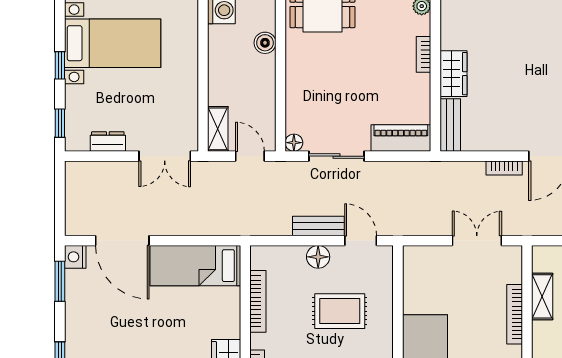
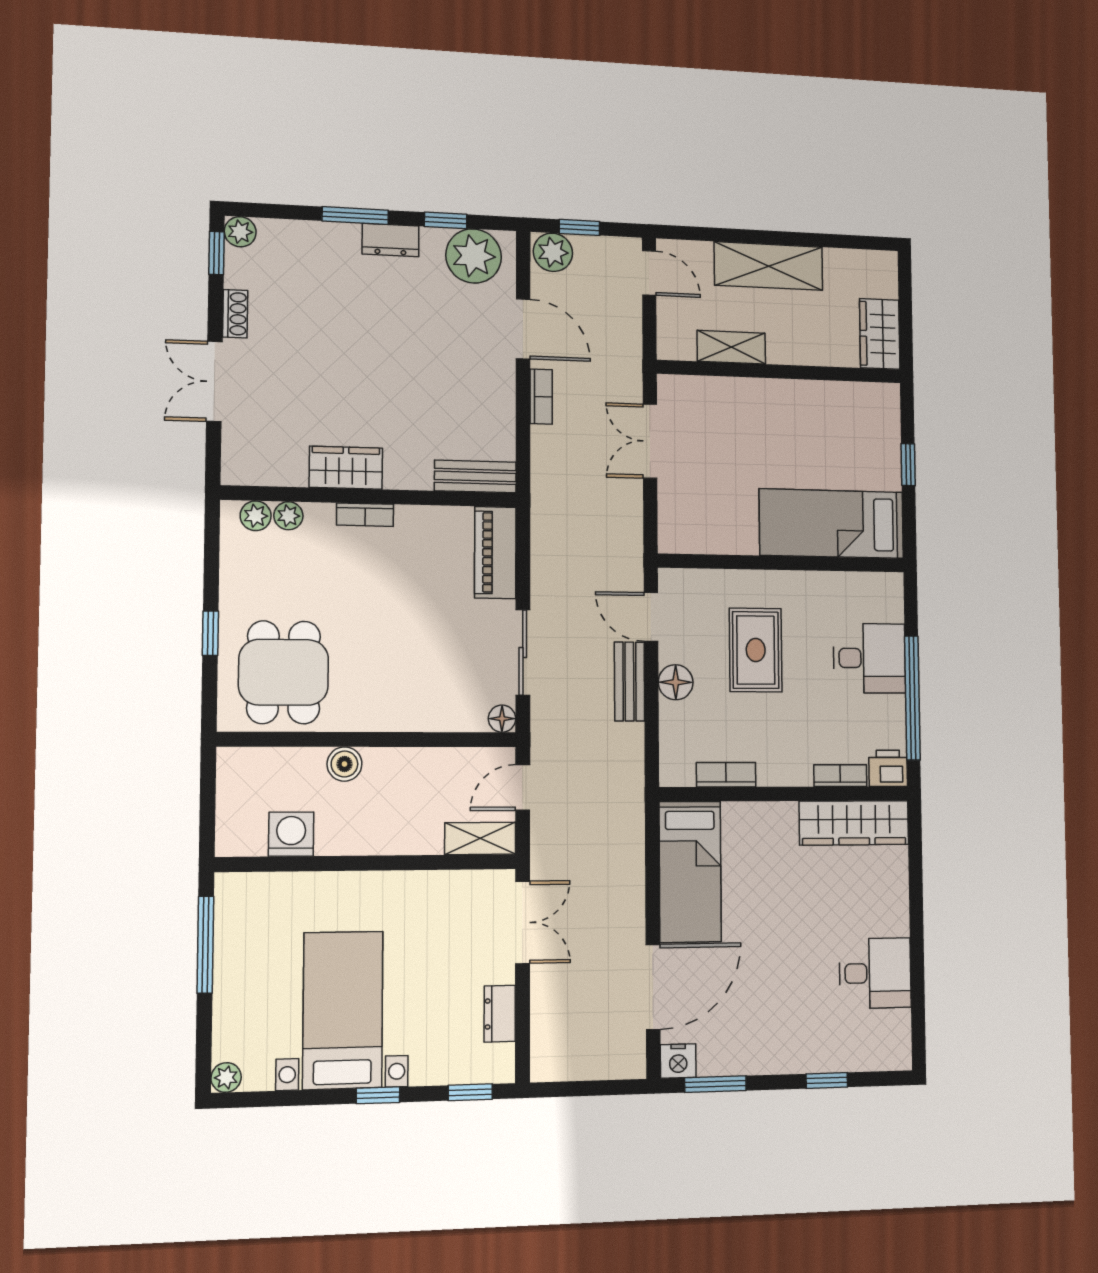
wardrobe: (453, 74) -> (346, 468), moved
door: (361, 241) -> (651, 617), hinge flipped
bookcase: (258, 301) -> (726, 775), width x0.64
bookcase: (515, 314) -> (758, 389), removed

